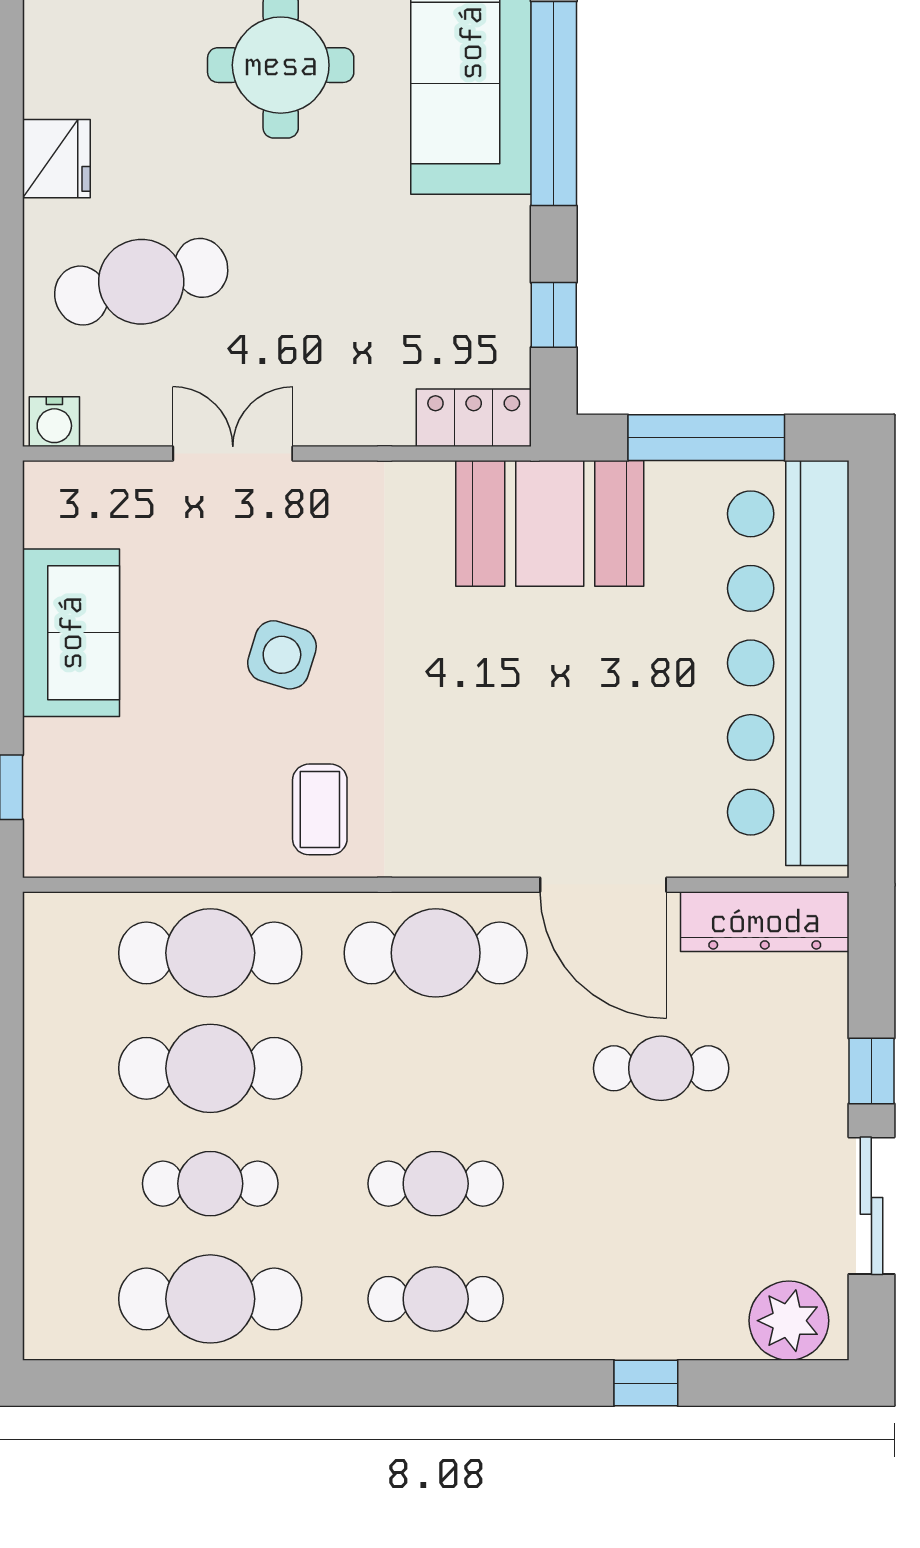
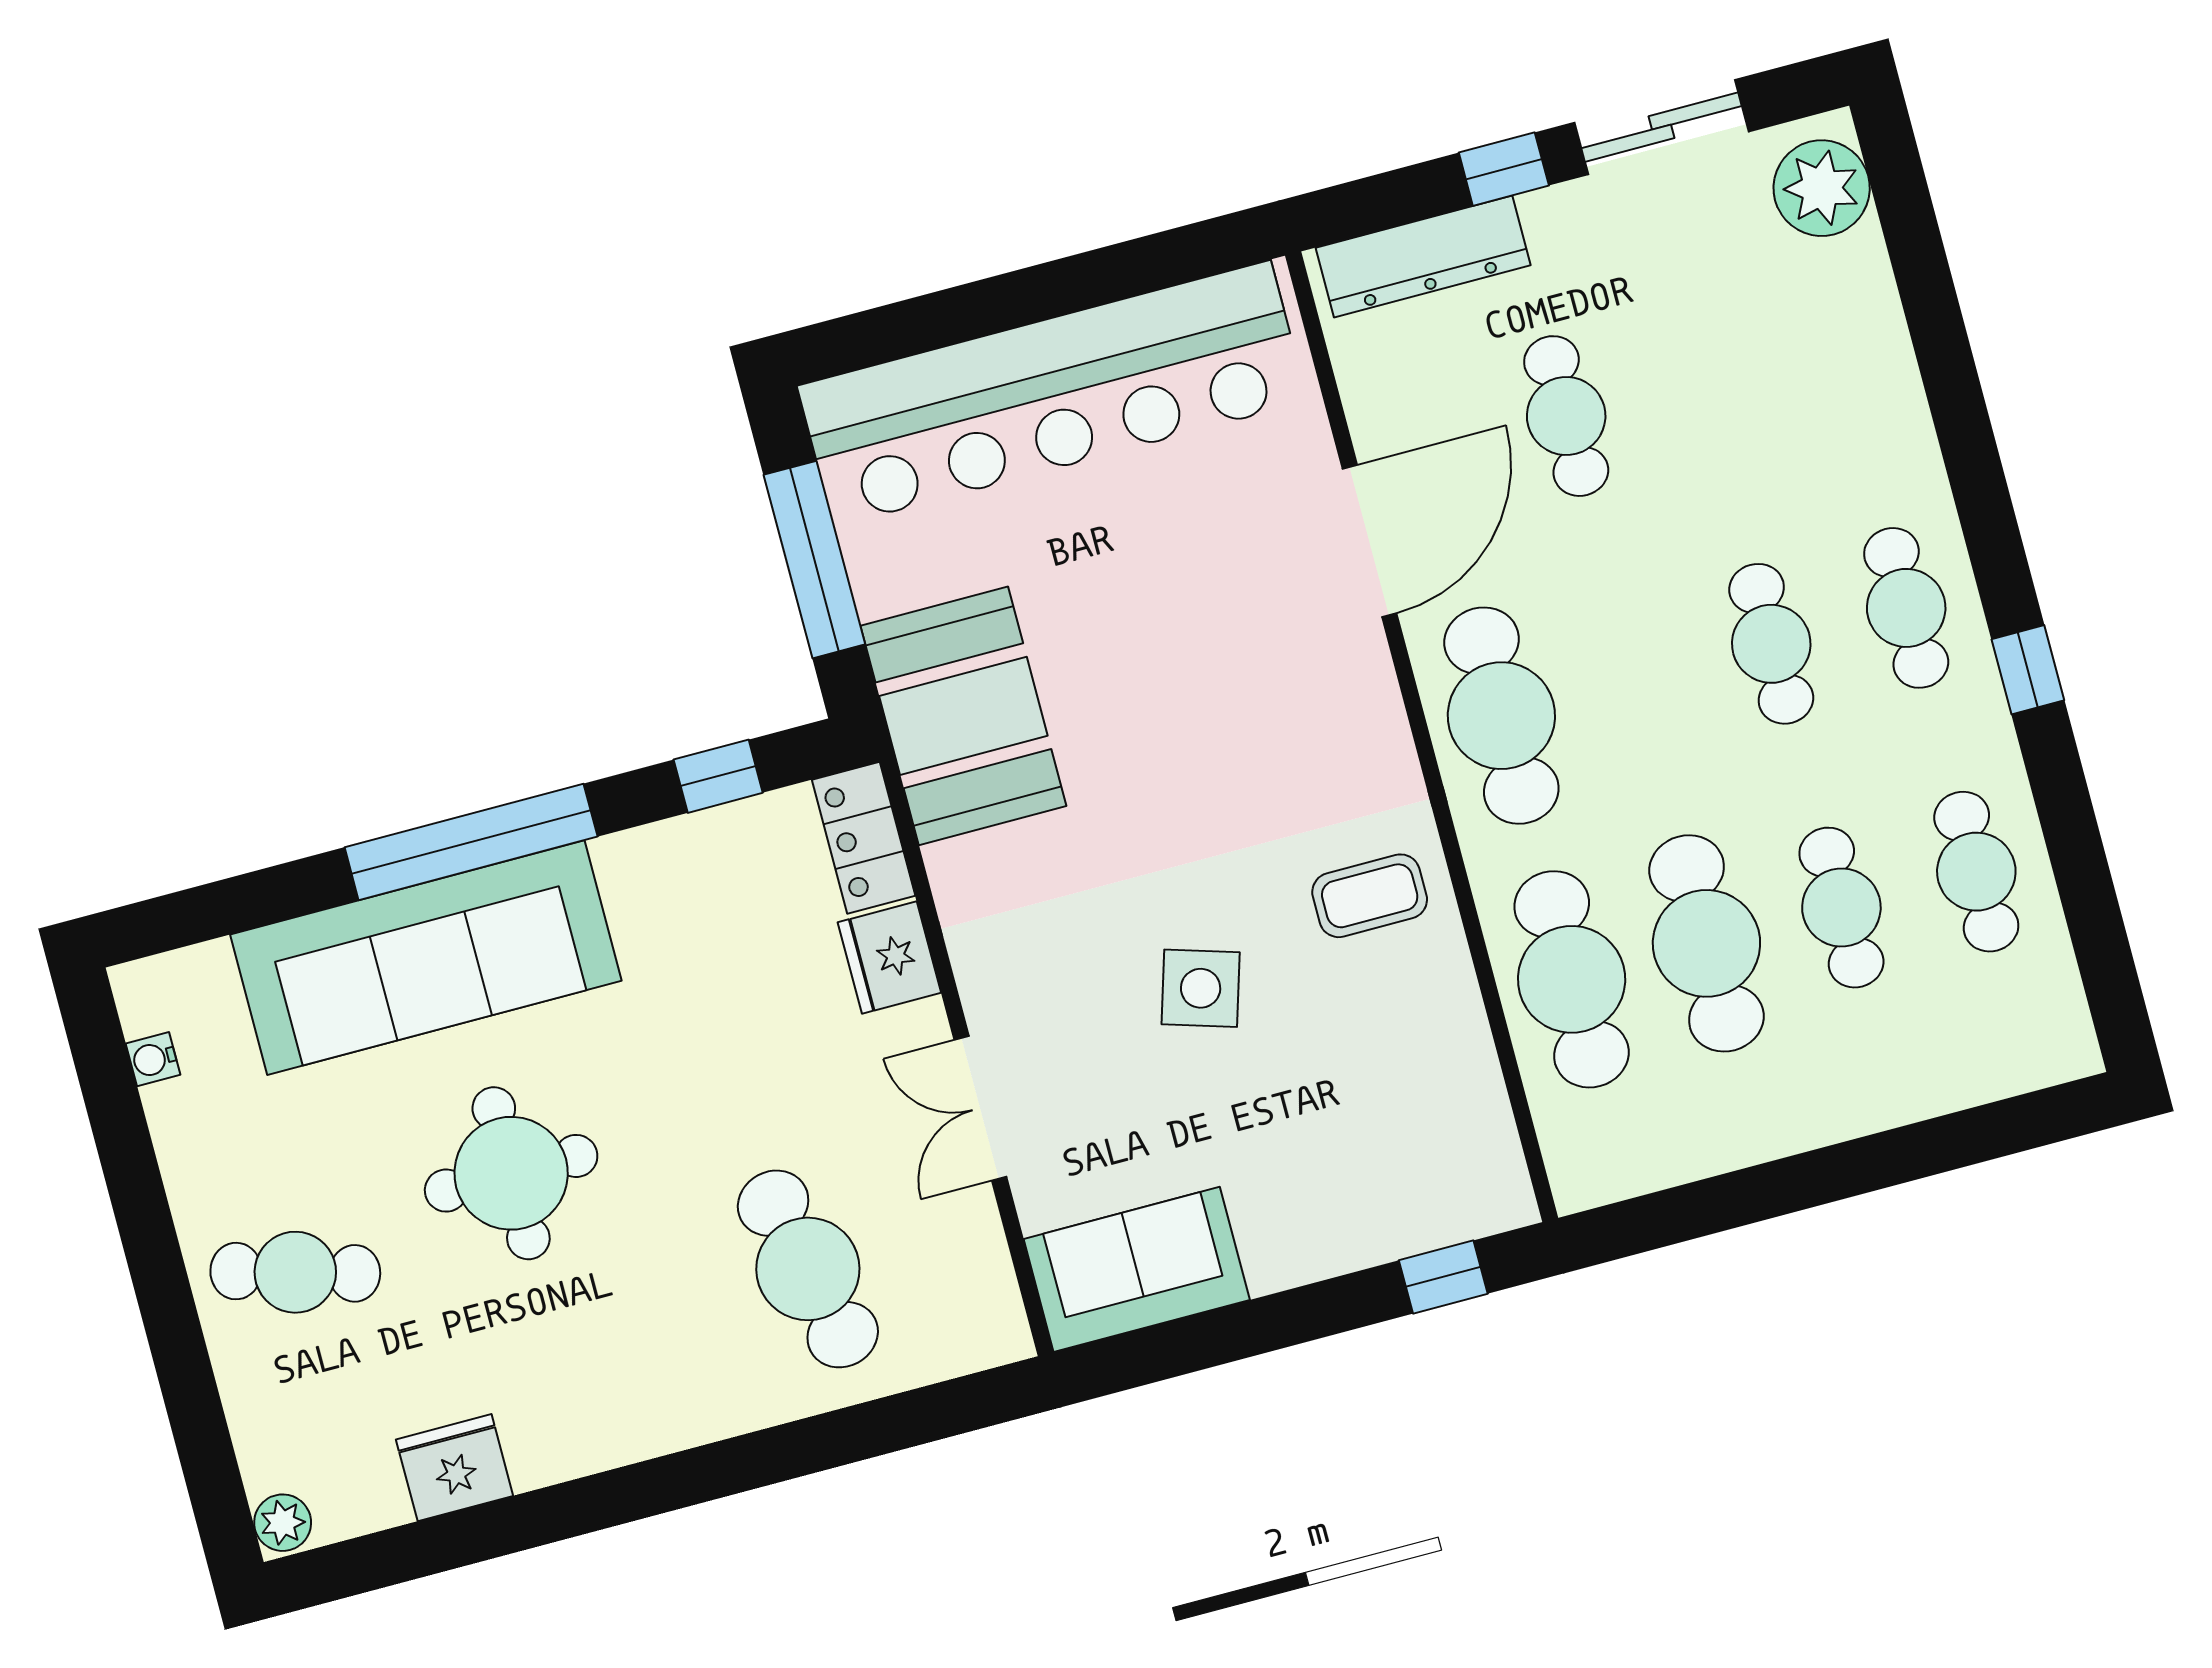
fridge: (56, 159) -> (889, 958), moved, turned -90
water cooler: (54, 422) -> (999, 1327), removed
sofa: (71, 633) -> (1137, 1269), moved
dresser: (765, 922) -> (1423, 257), moved, turned 90
cafe table: (210, 1299) -> (1976, 872), width x0.73, depth x0.74
window: (646, 1383) -> (2028, 670), moved

